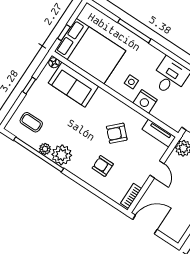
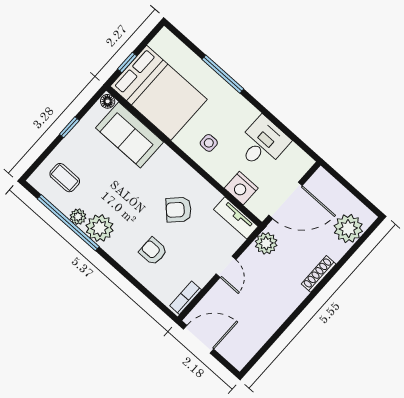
nightstand: (145, 101) -> (241, 188), moved

